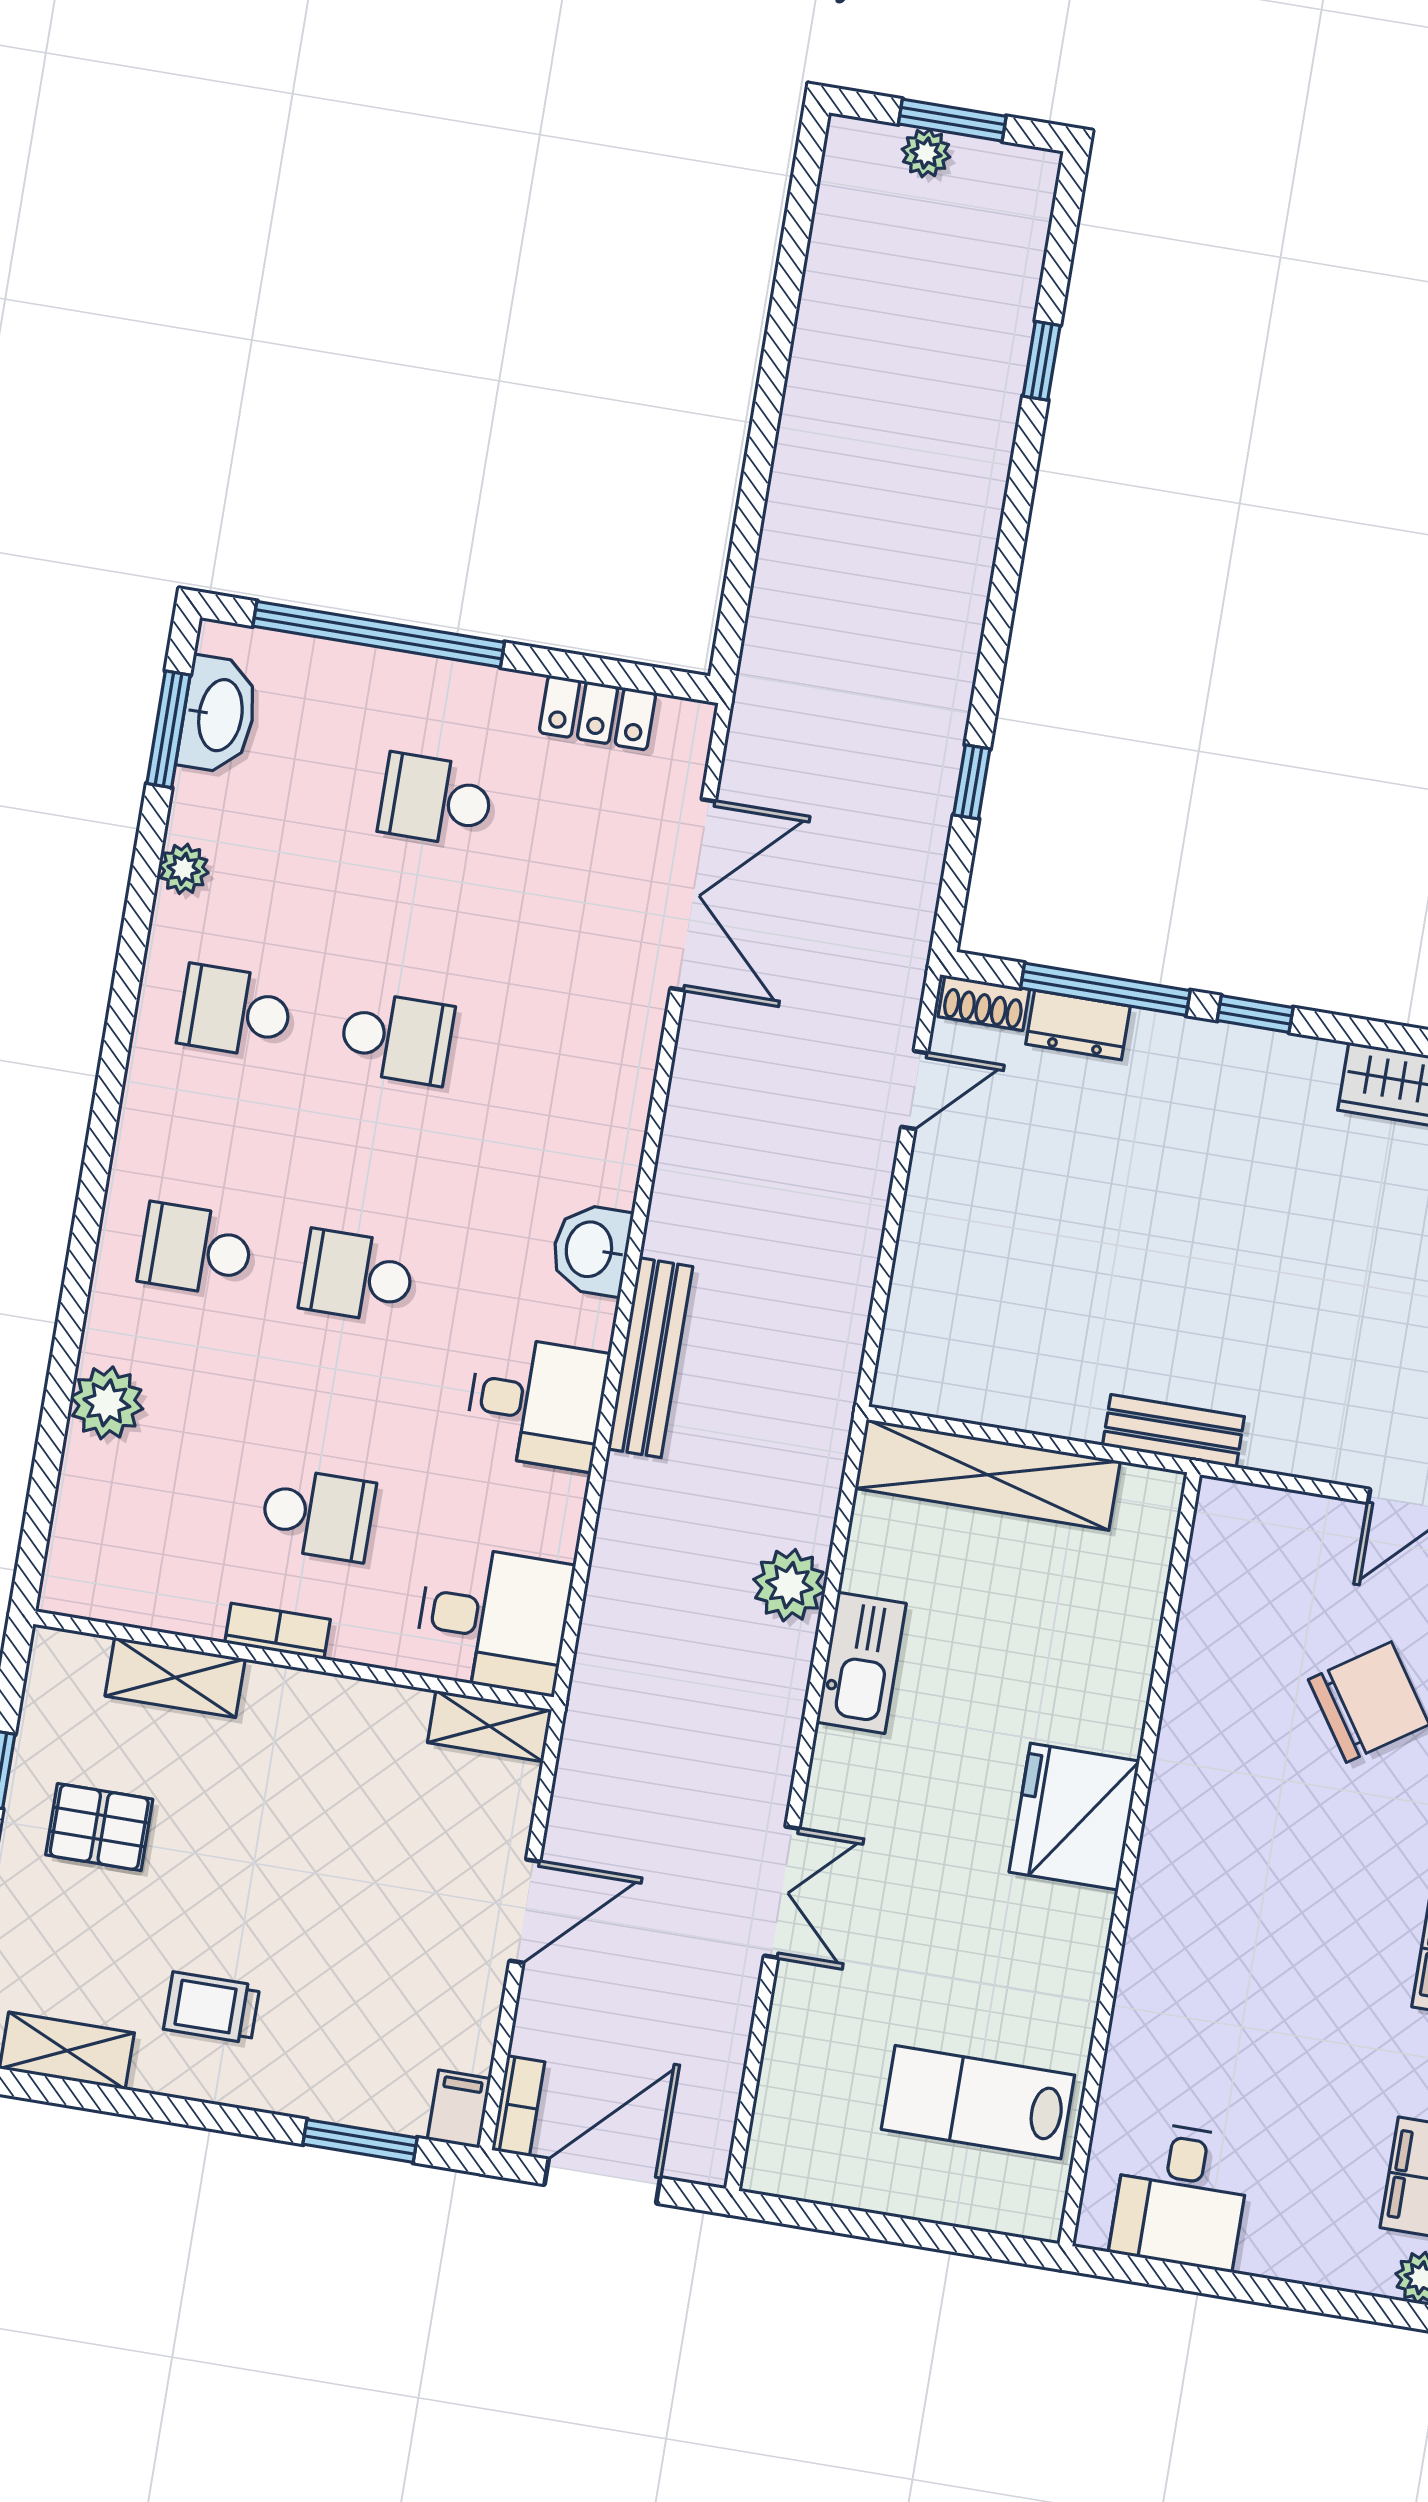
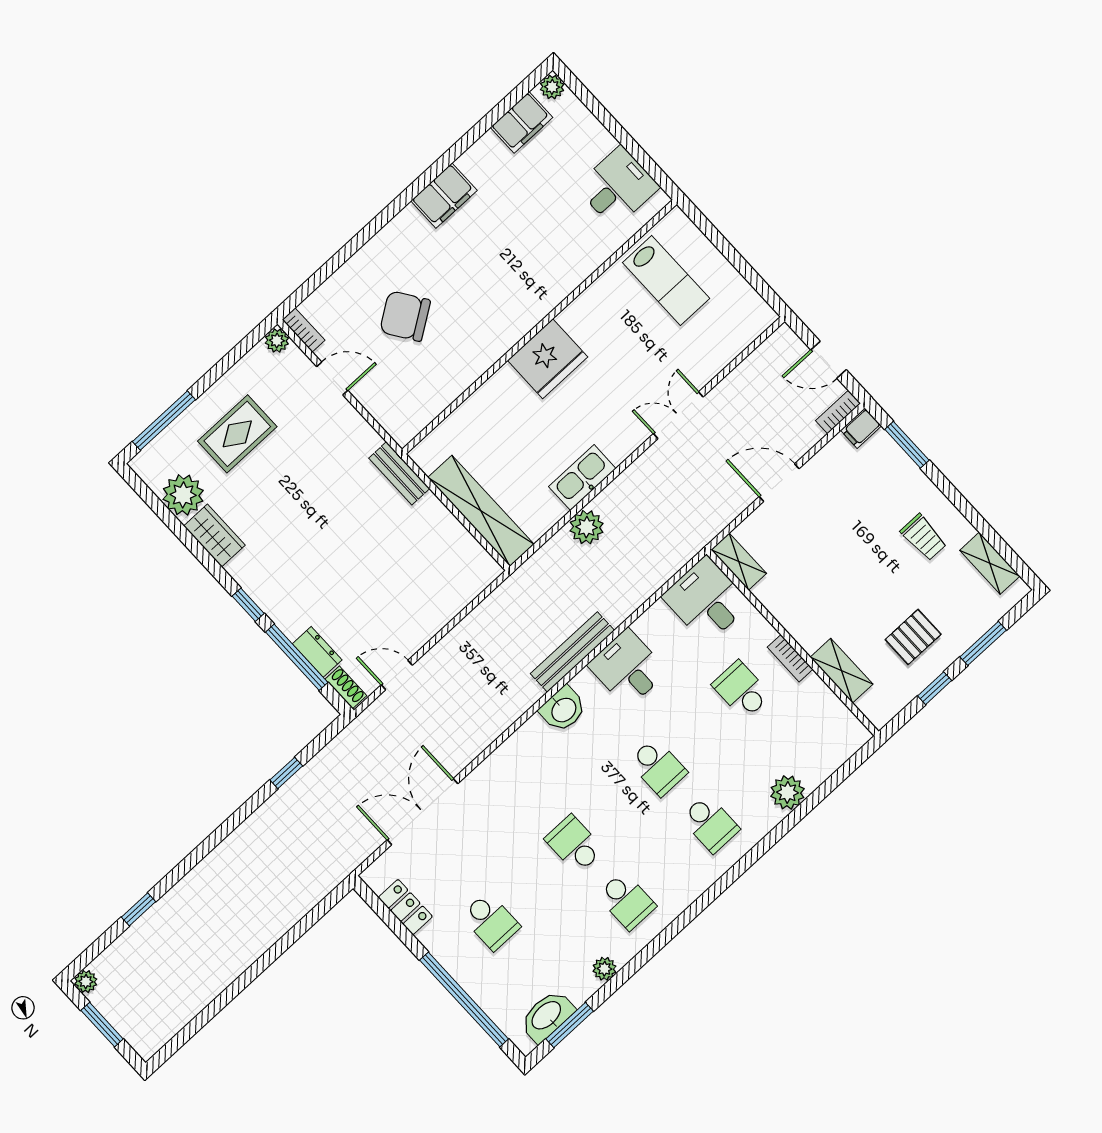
plant: (926, 153) -> (86, 982), moved
pallet: (99, 1827) -> (913, 637), turned 90
door: (602, 2181) -> (828, 360), width x0.73

